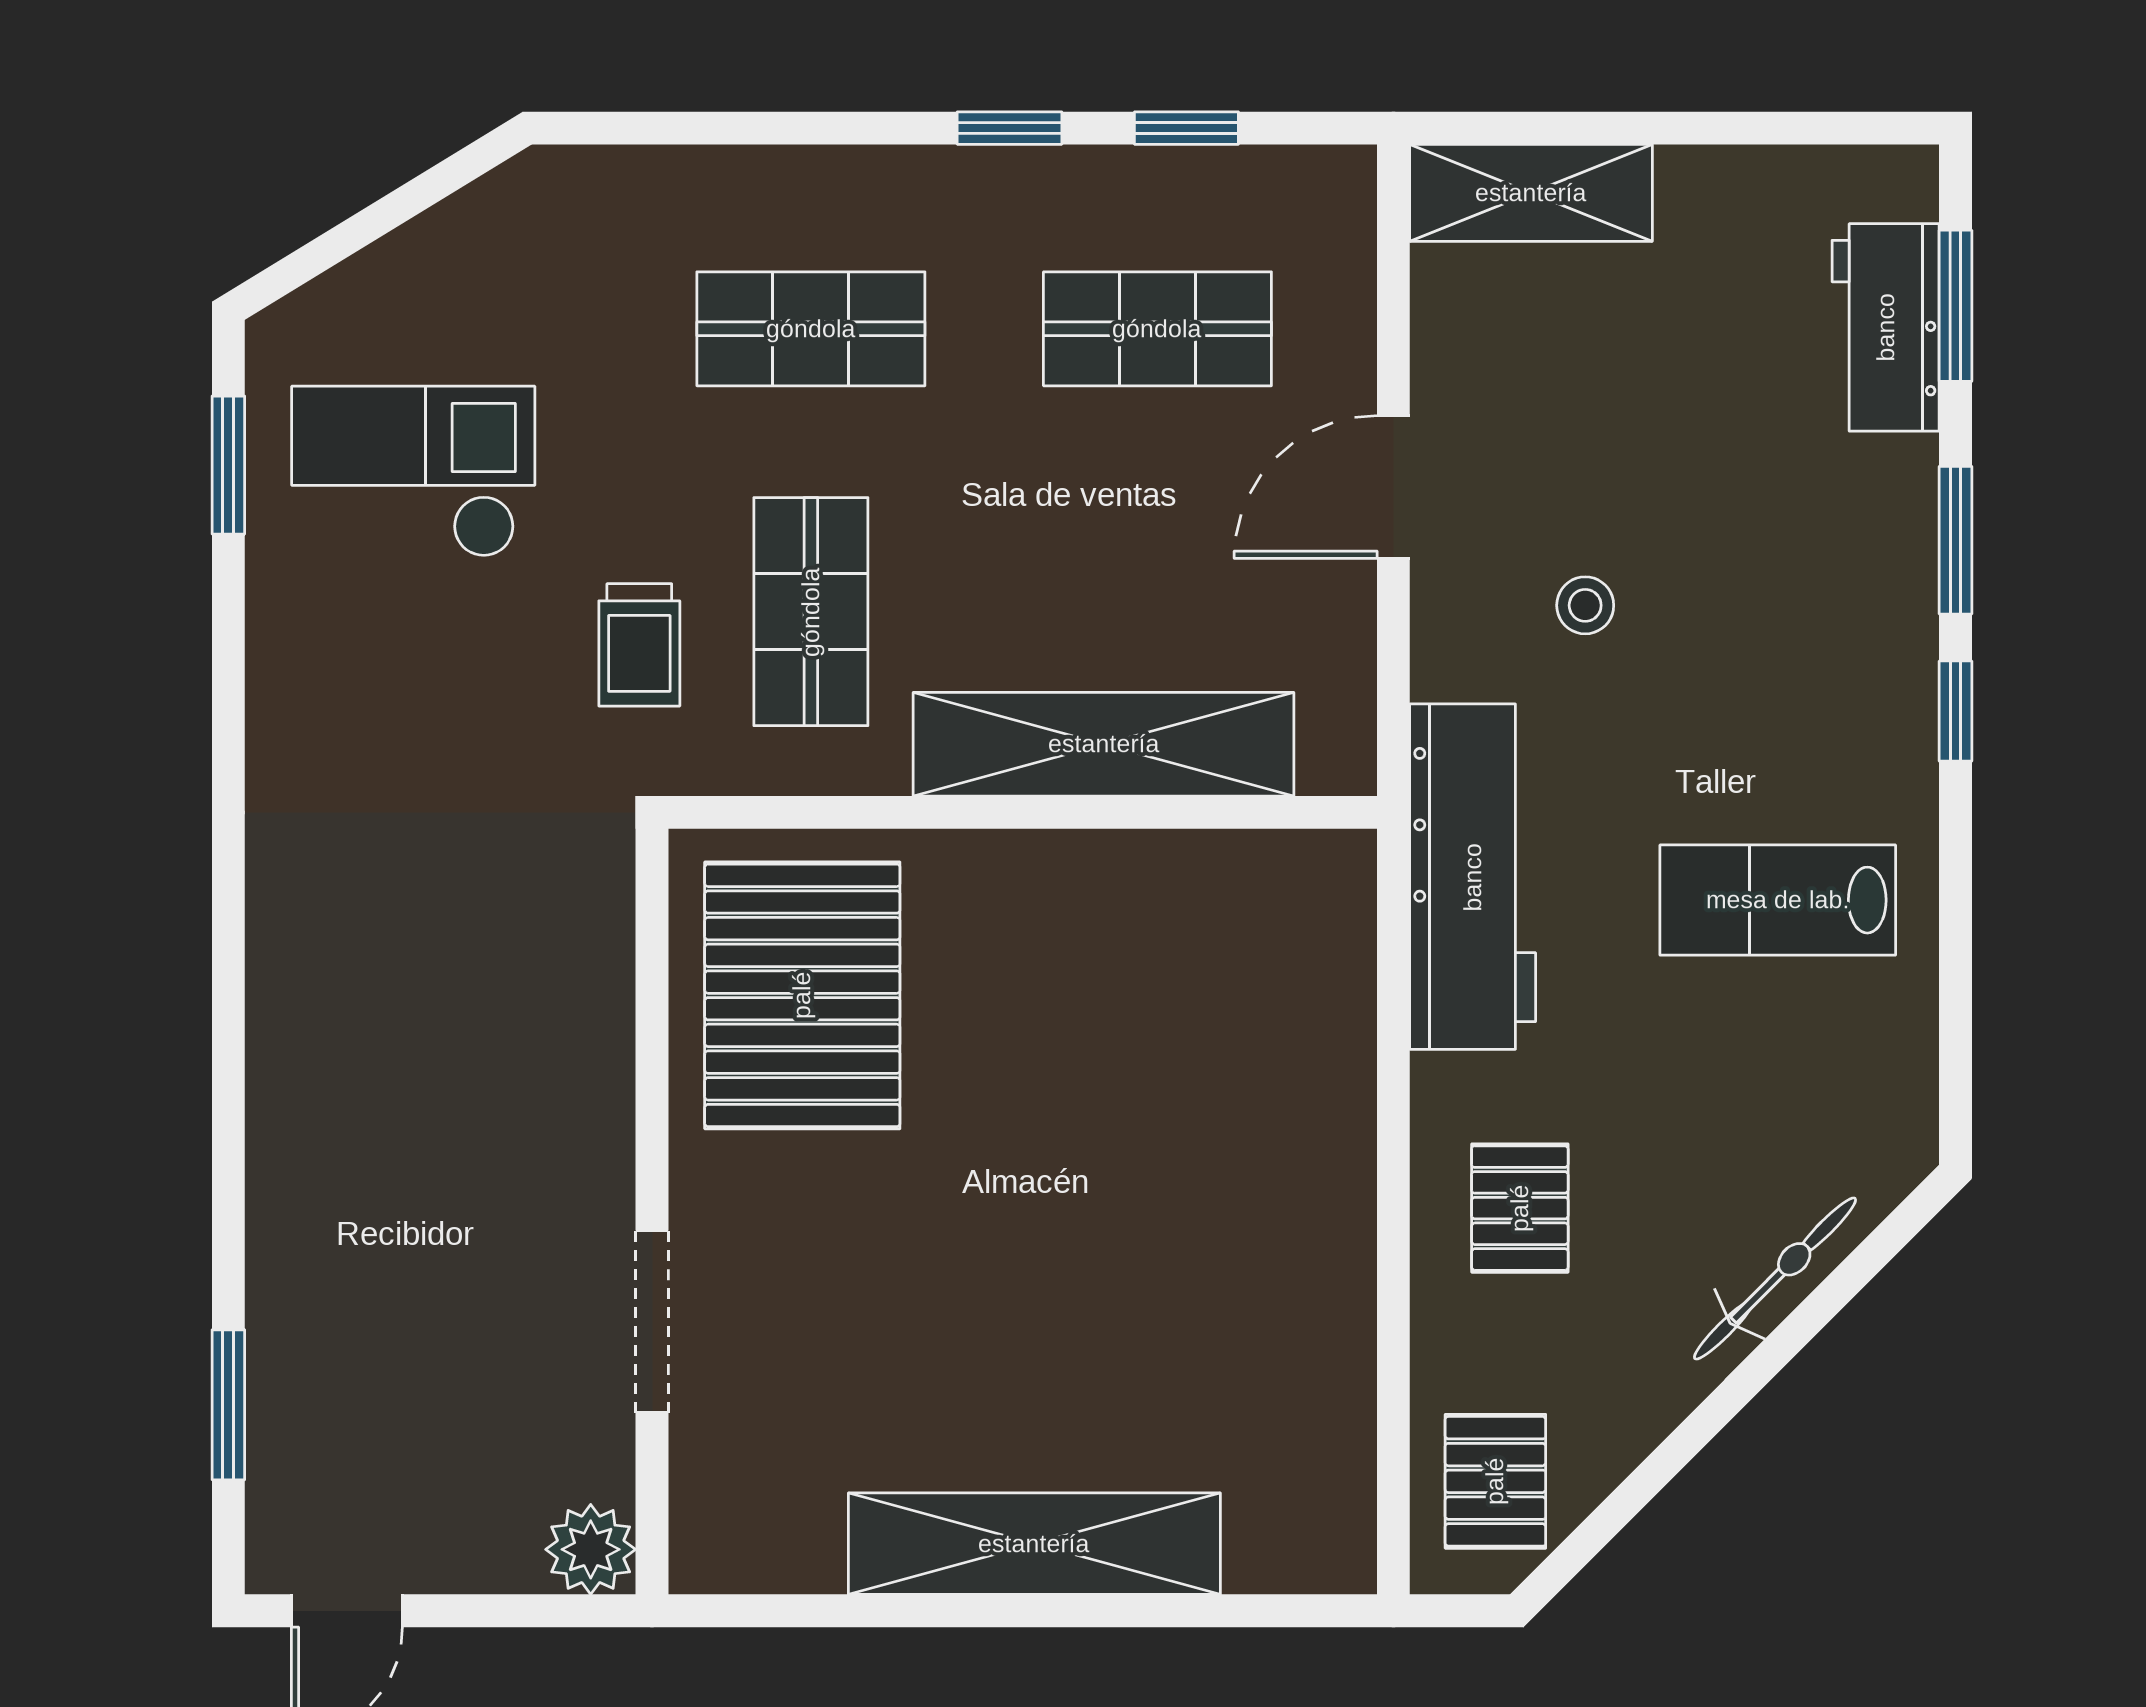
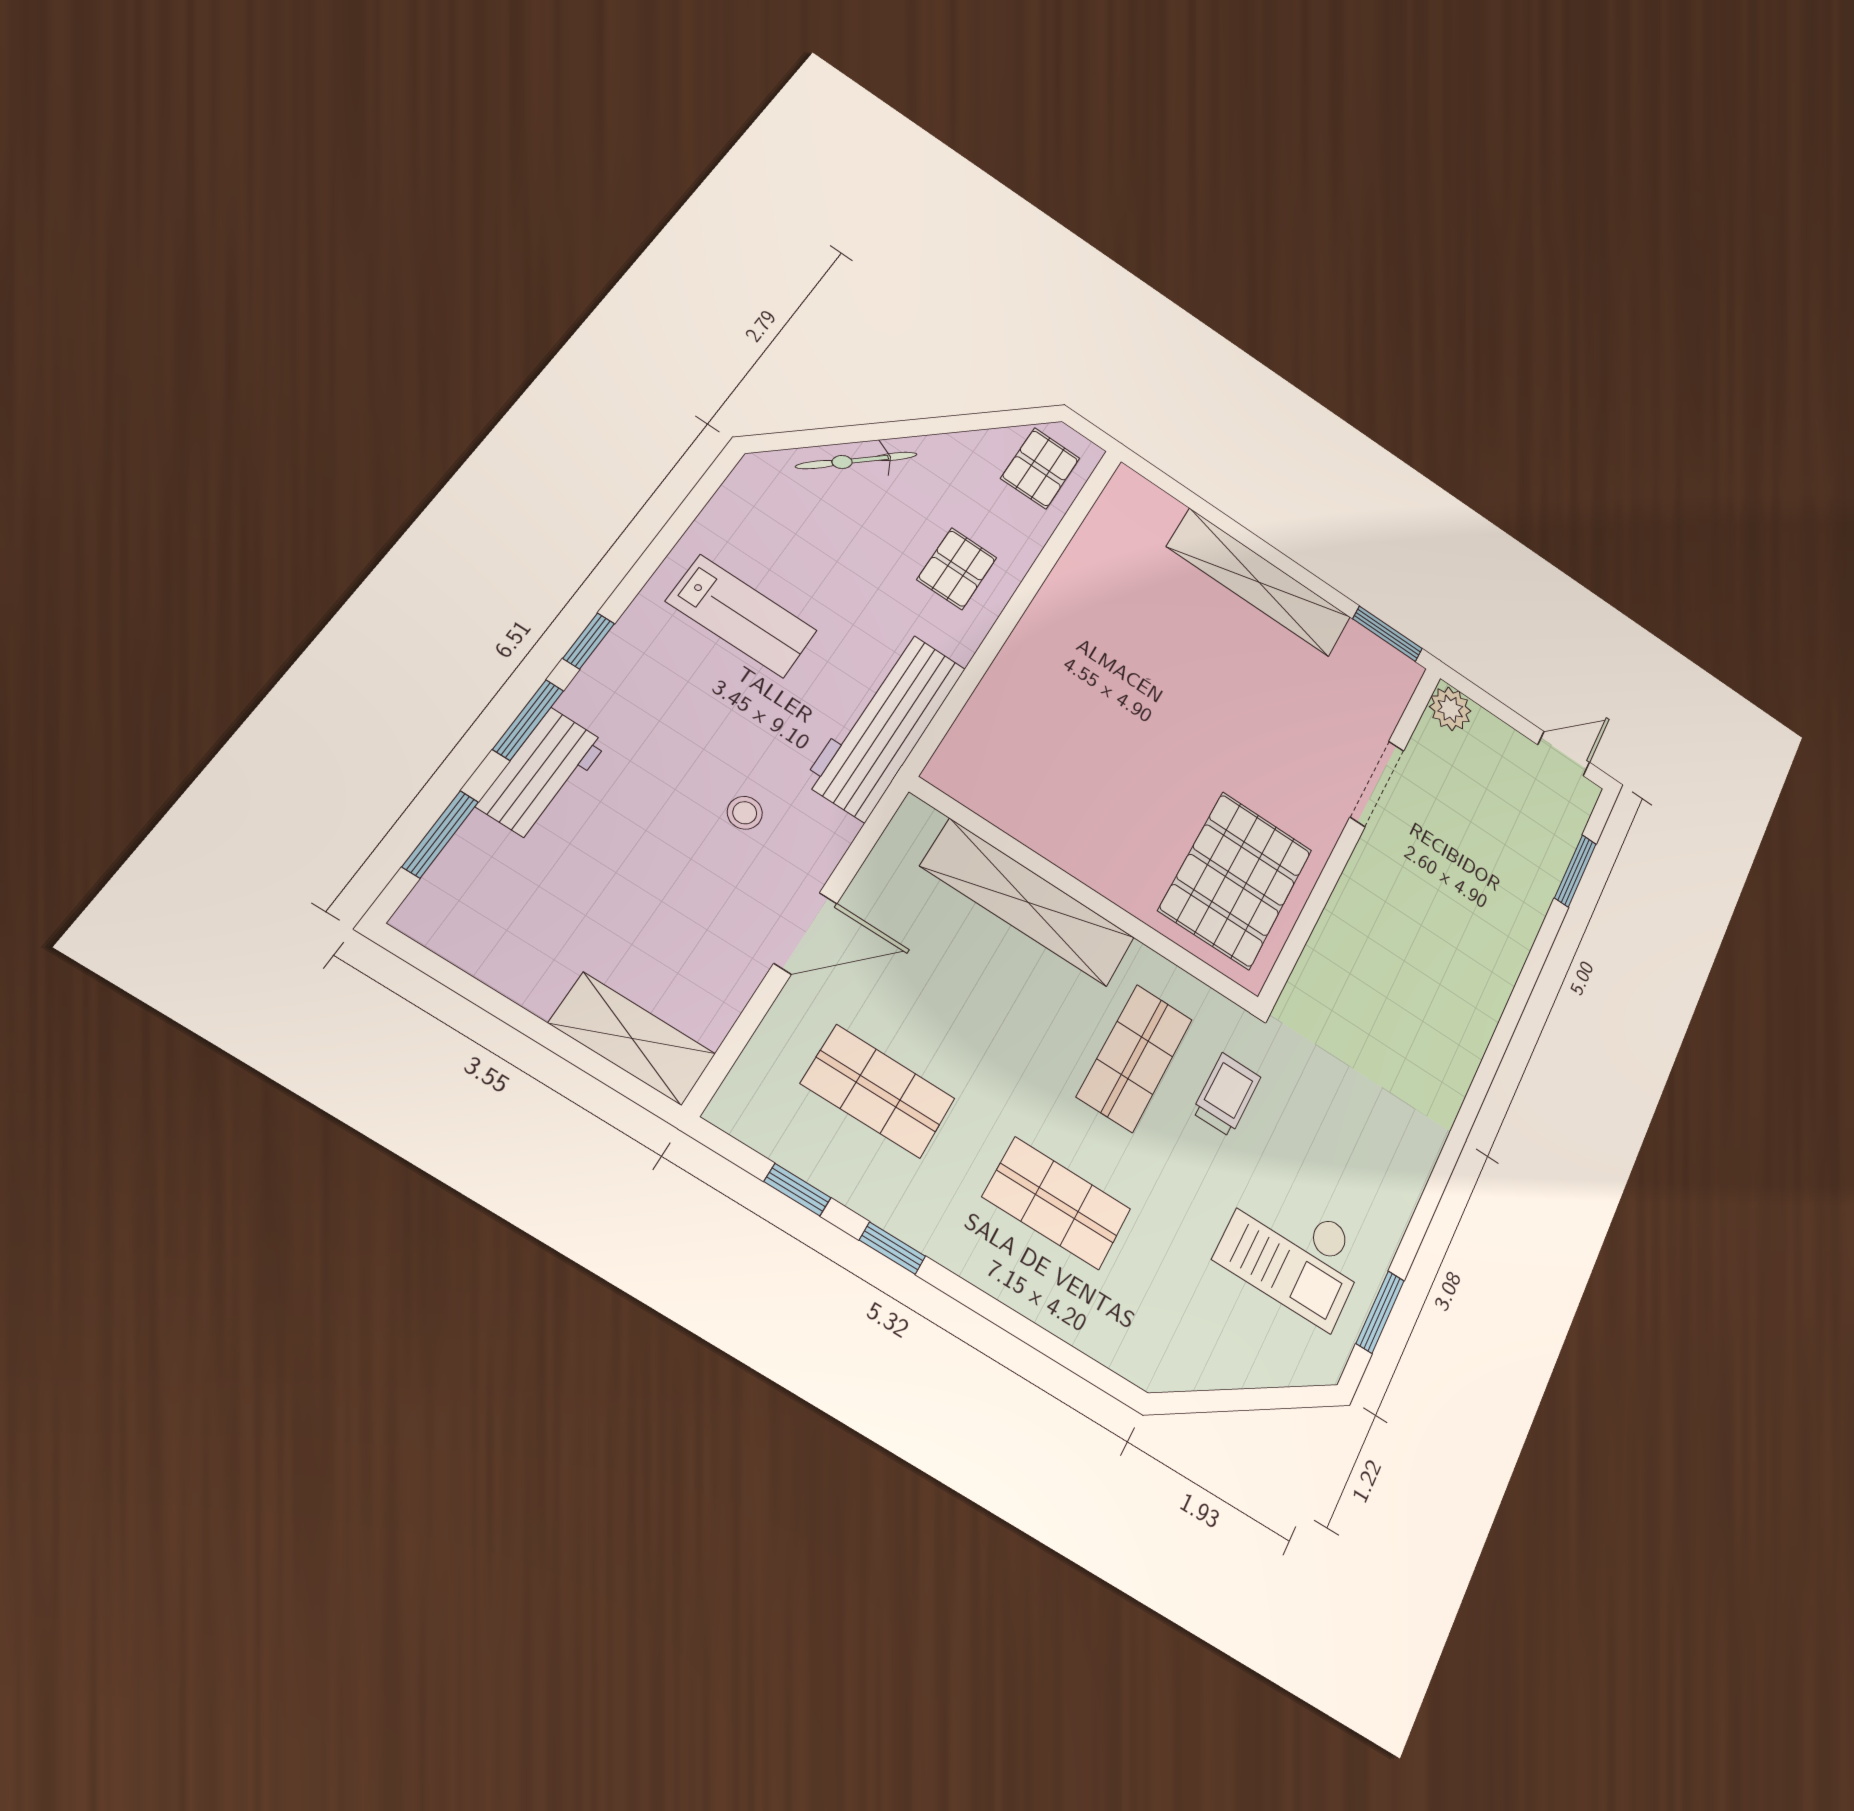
workbench: (1886, 327) -> (542, 775), moved
window: (768, 1611) -> (1387, 634), added

